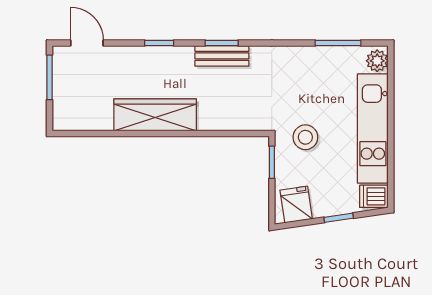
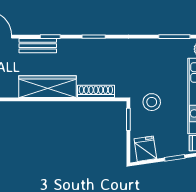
bench: (222, 56) -> (38, 46), moved
shoe rack: (225, 122) -> (96, 91), added

